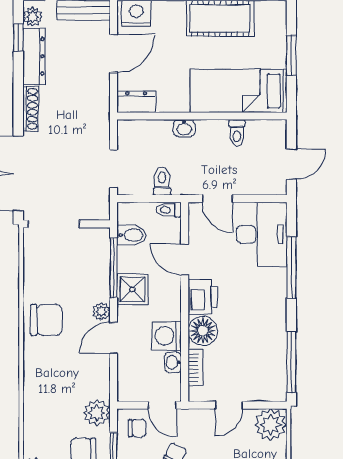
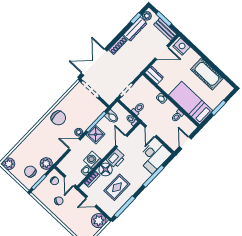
door: (291, 164) -> (185, 143), swing flipped
rug: (249, 342) -> (117, 187), added

